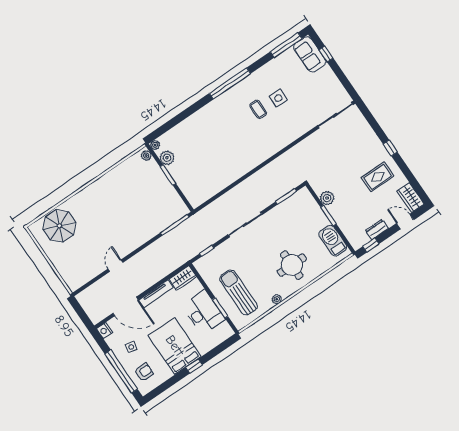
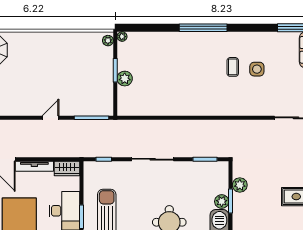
window: (230, 83) -> (203, 28), moved
plant: (167, 158) -> (125, 79), moved
plant: (322, 221) -> (222, 201), added
door: (115, 266) -> (51, 118), moved

